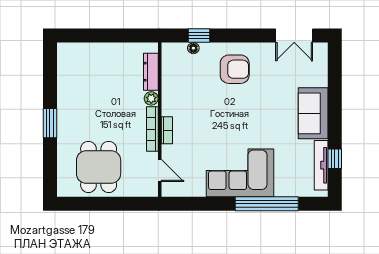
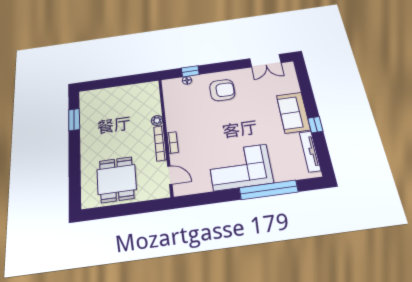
dresser: (151, 72) -> (155, 101), removed
window: (50, 123) -> (74, 120), moved
window: (335, 159) -> (315, 125), moved

